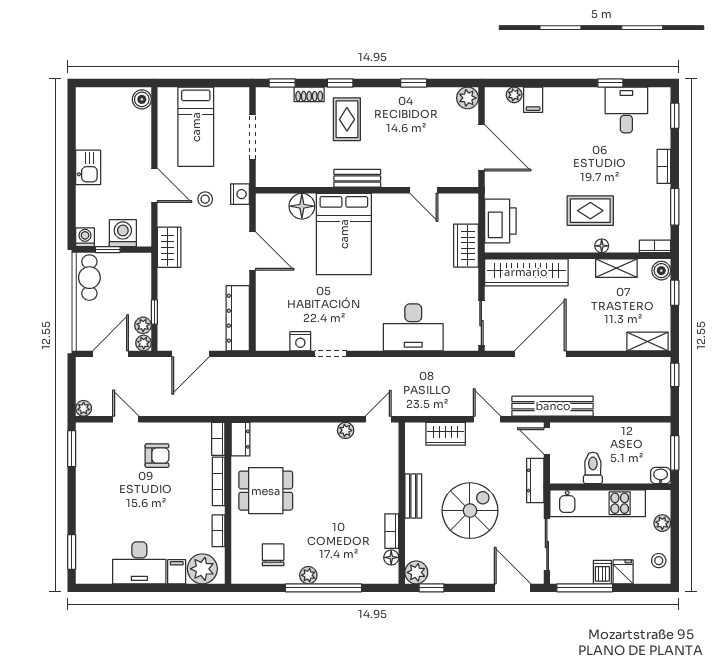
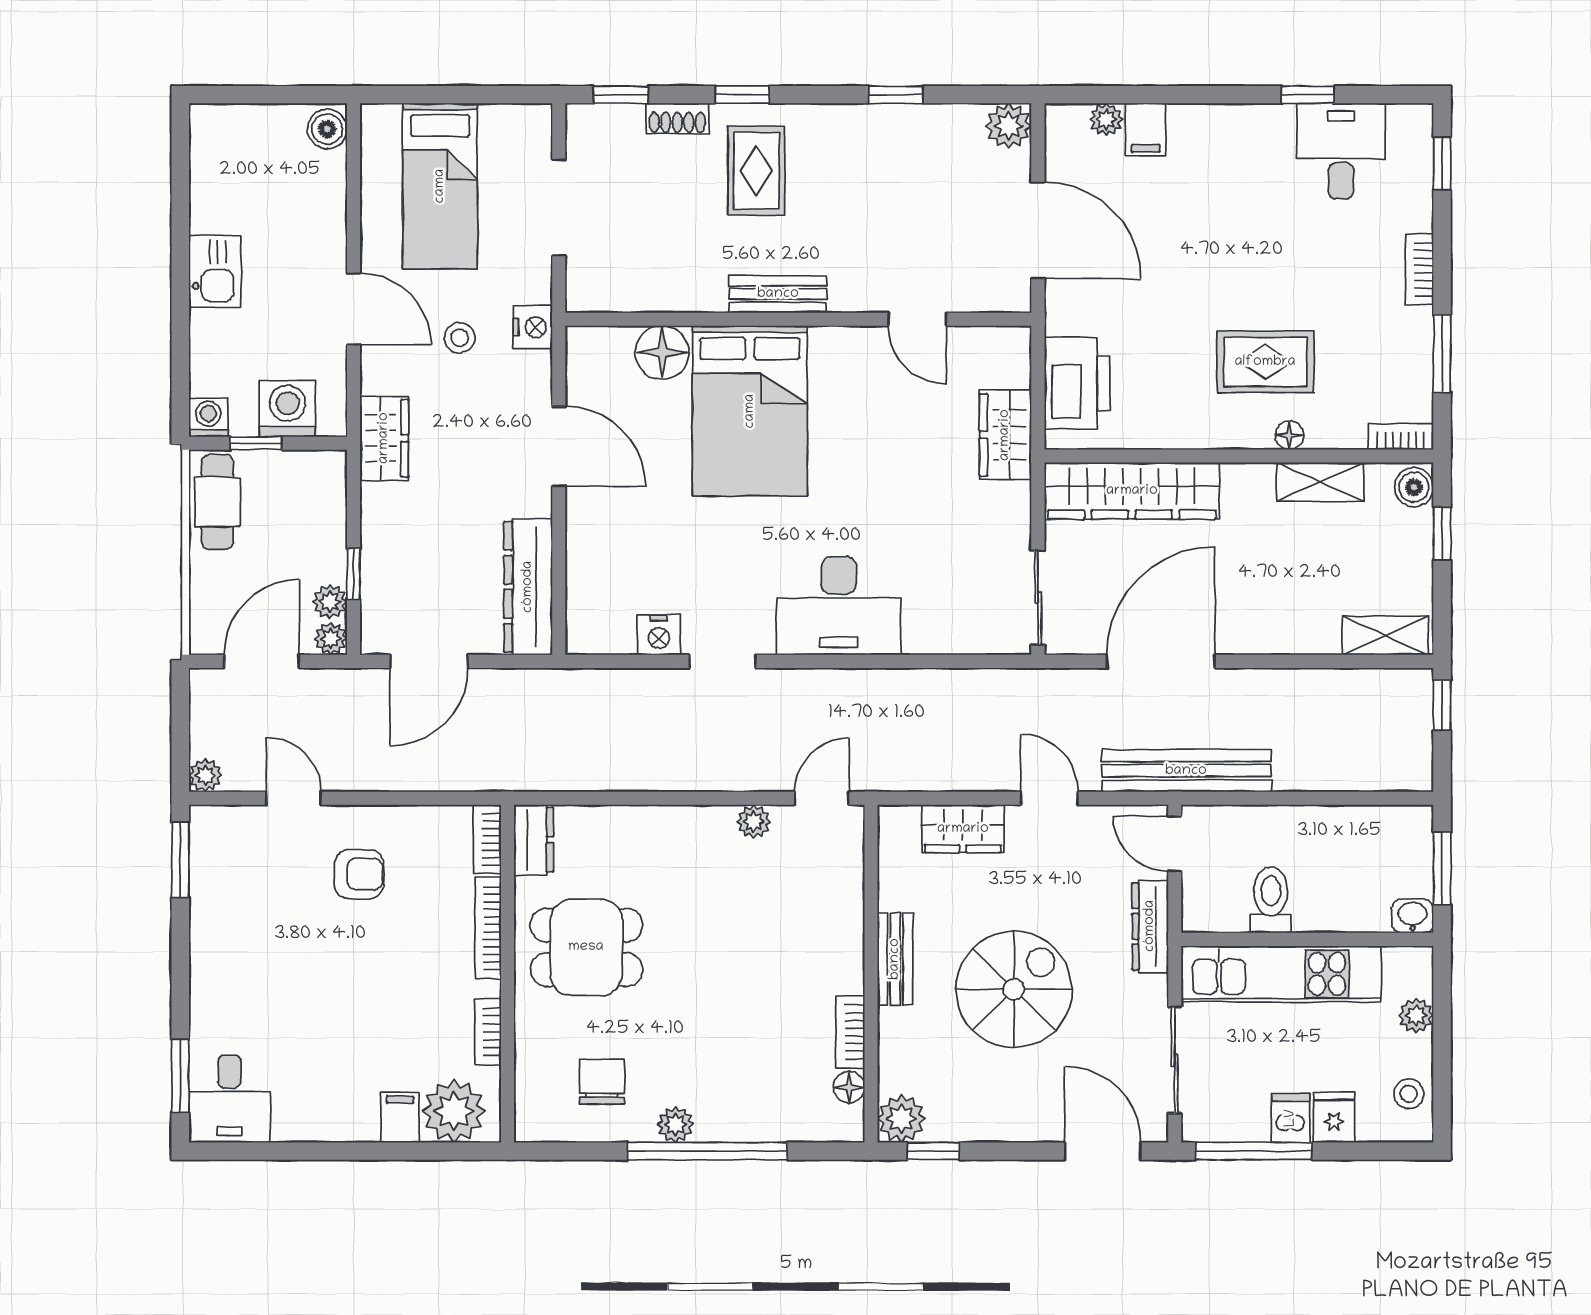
desk: (413, 327) -> (839, 606), moved
desk: (139, 563) -> (230, 1099), moved, width x0.73

